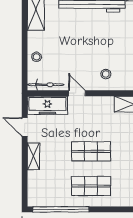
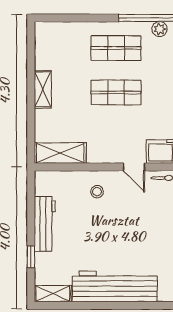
plant: (57, 201) -> (159, 29), added

